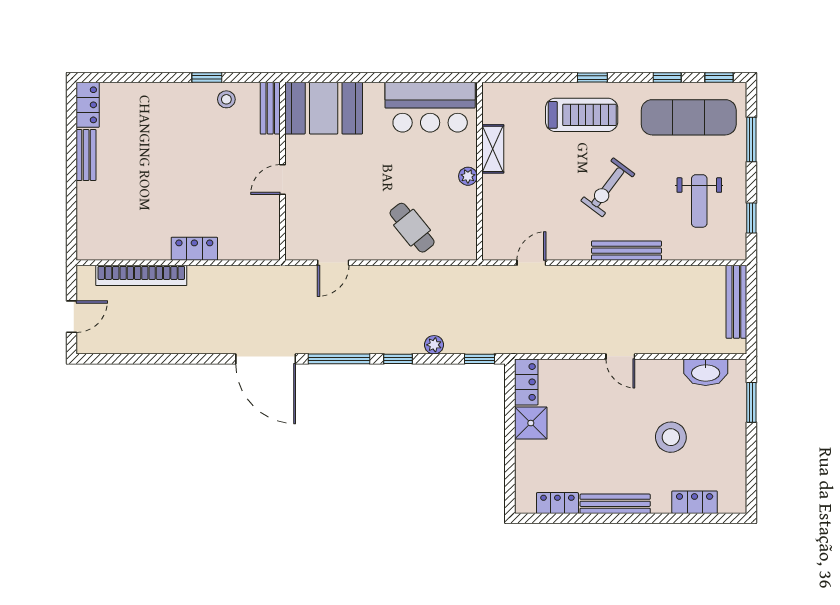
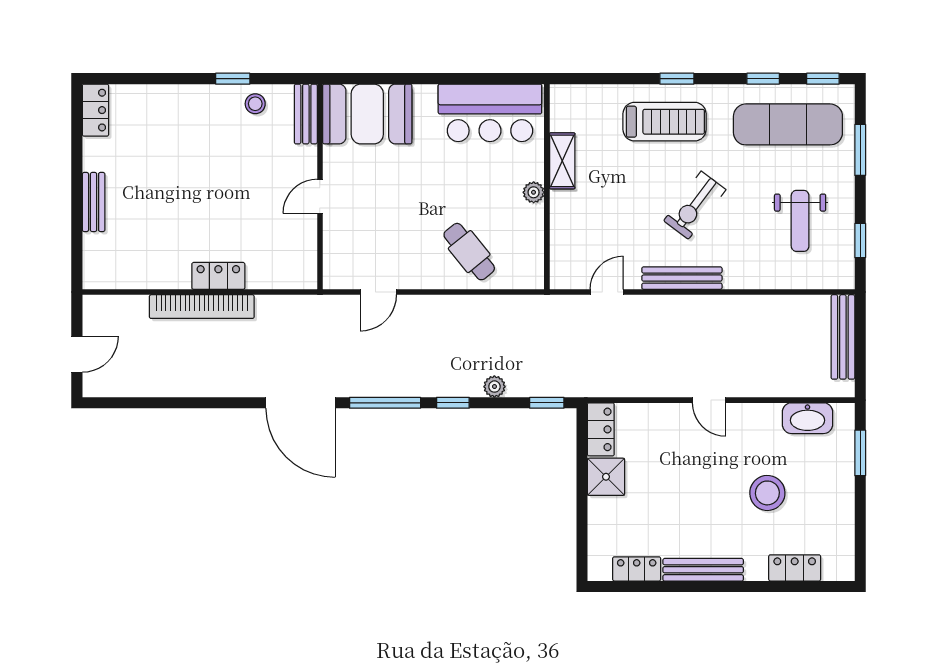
bench: (86, 155) -> (94, 202), moved
bench: (626, 251) -> (682, 278), moved
bookcase: (141, 275) -> (202, 307), moved

